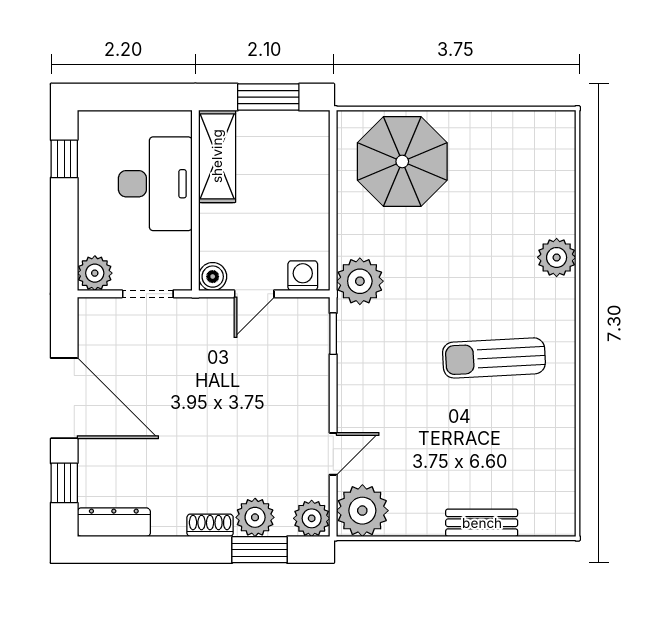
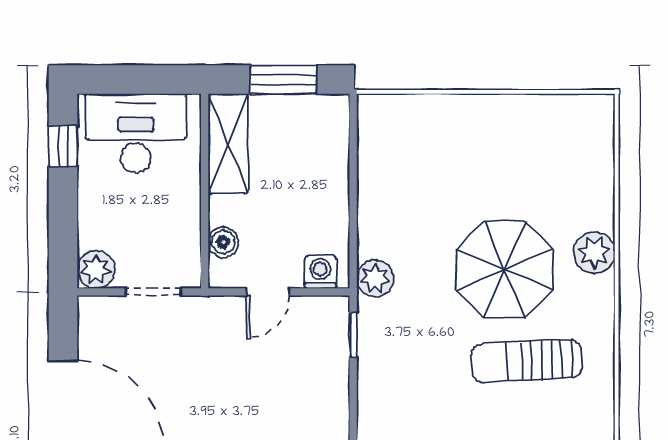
parasol: (402, 161) -> (505, 270), moved
desk: (155, 184) -> (136, 133), moved, turned -90
boiler: (213, 277) -> (223, 242), moved
plant: (360, 281) -> (375, 278), width x0.73, depth x0.73

